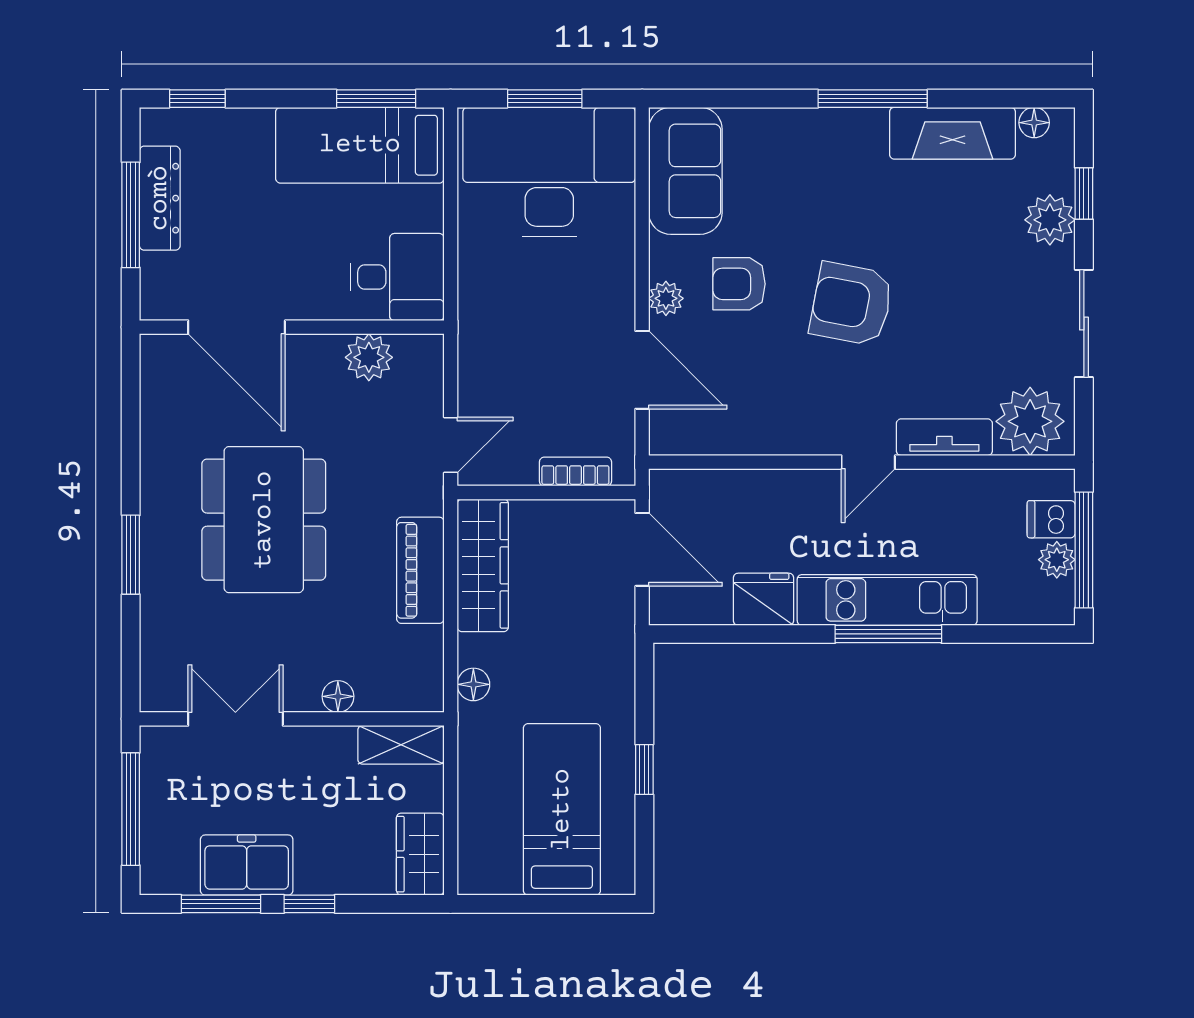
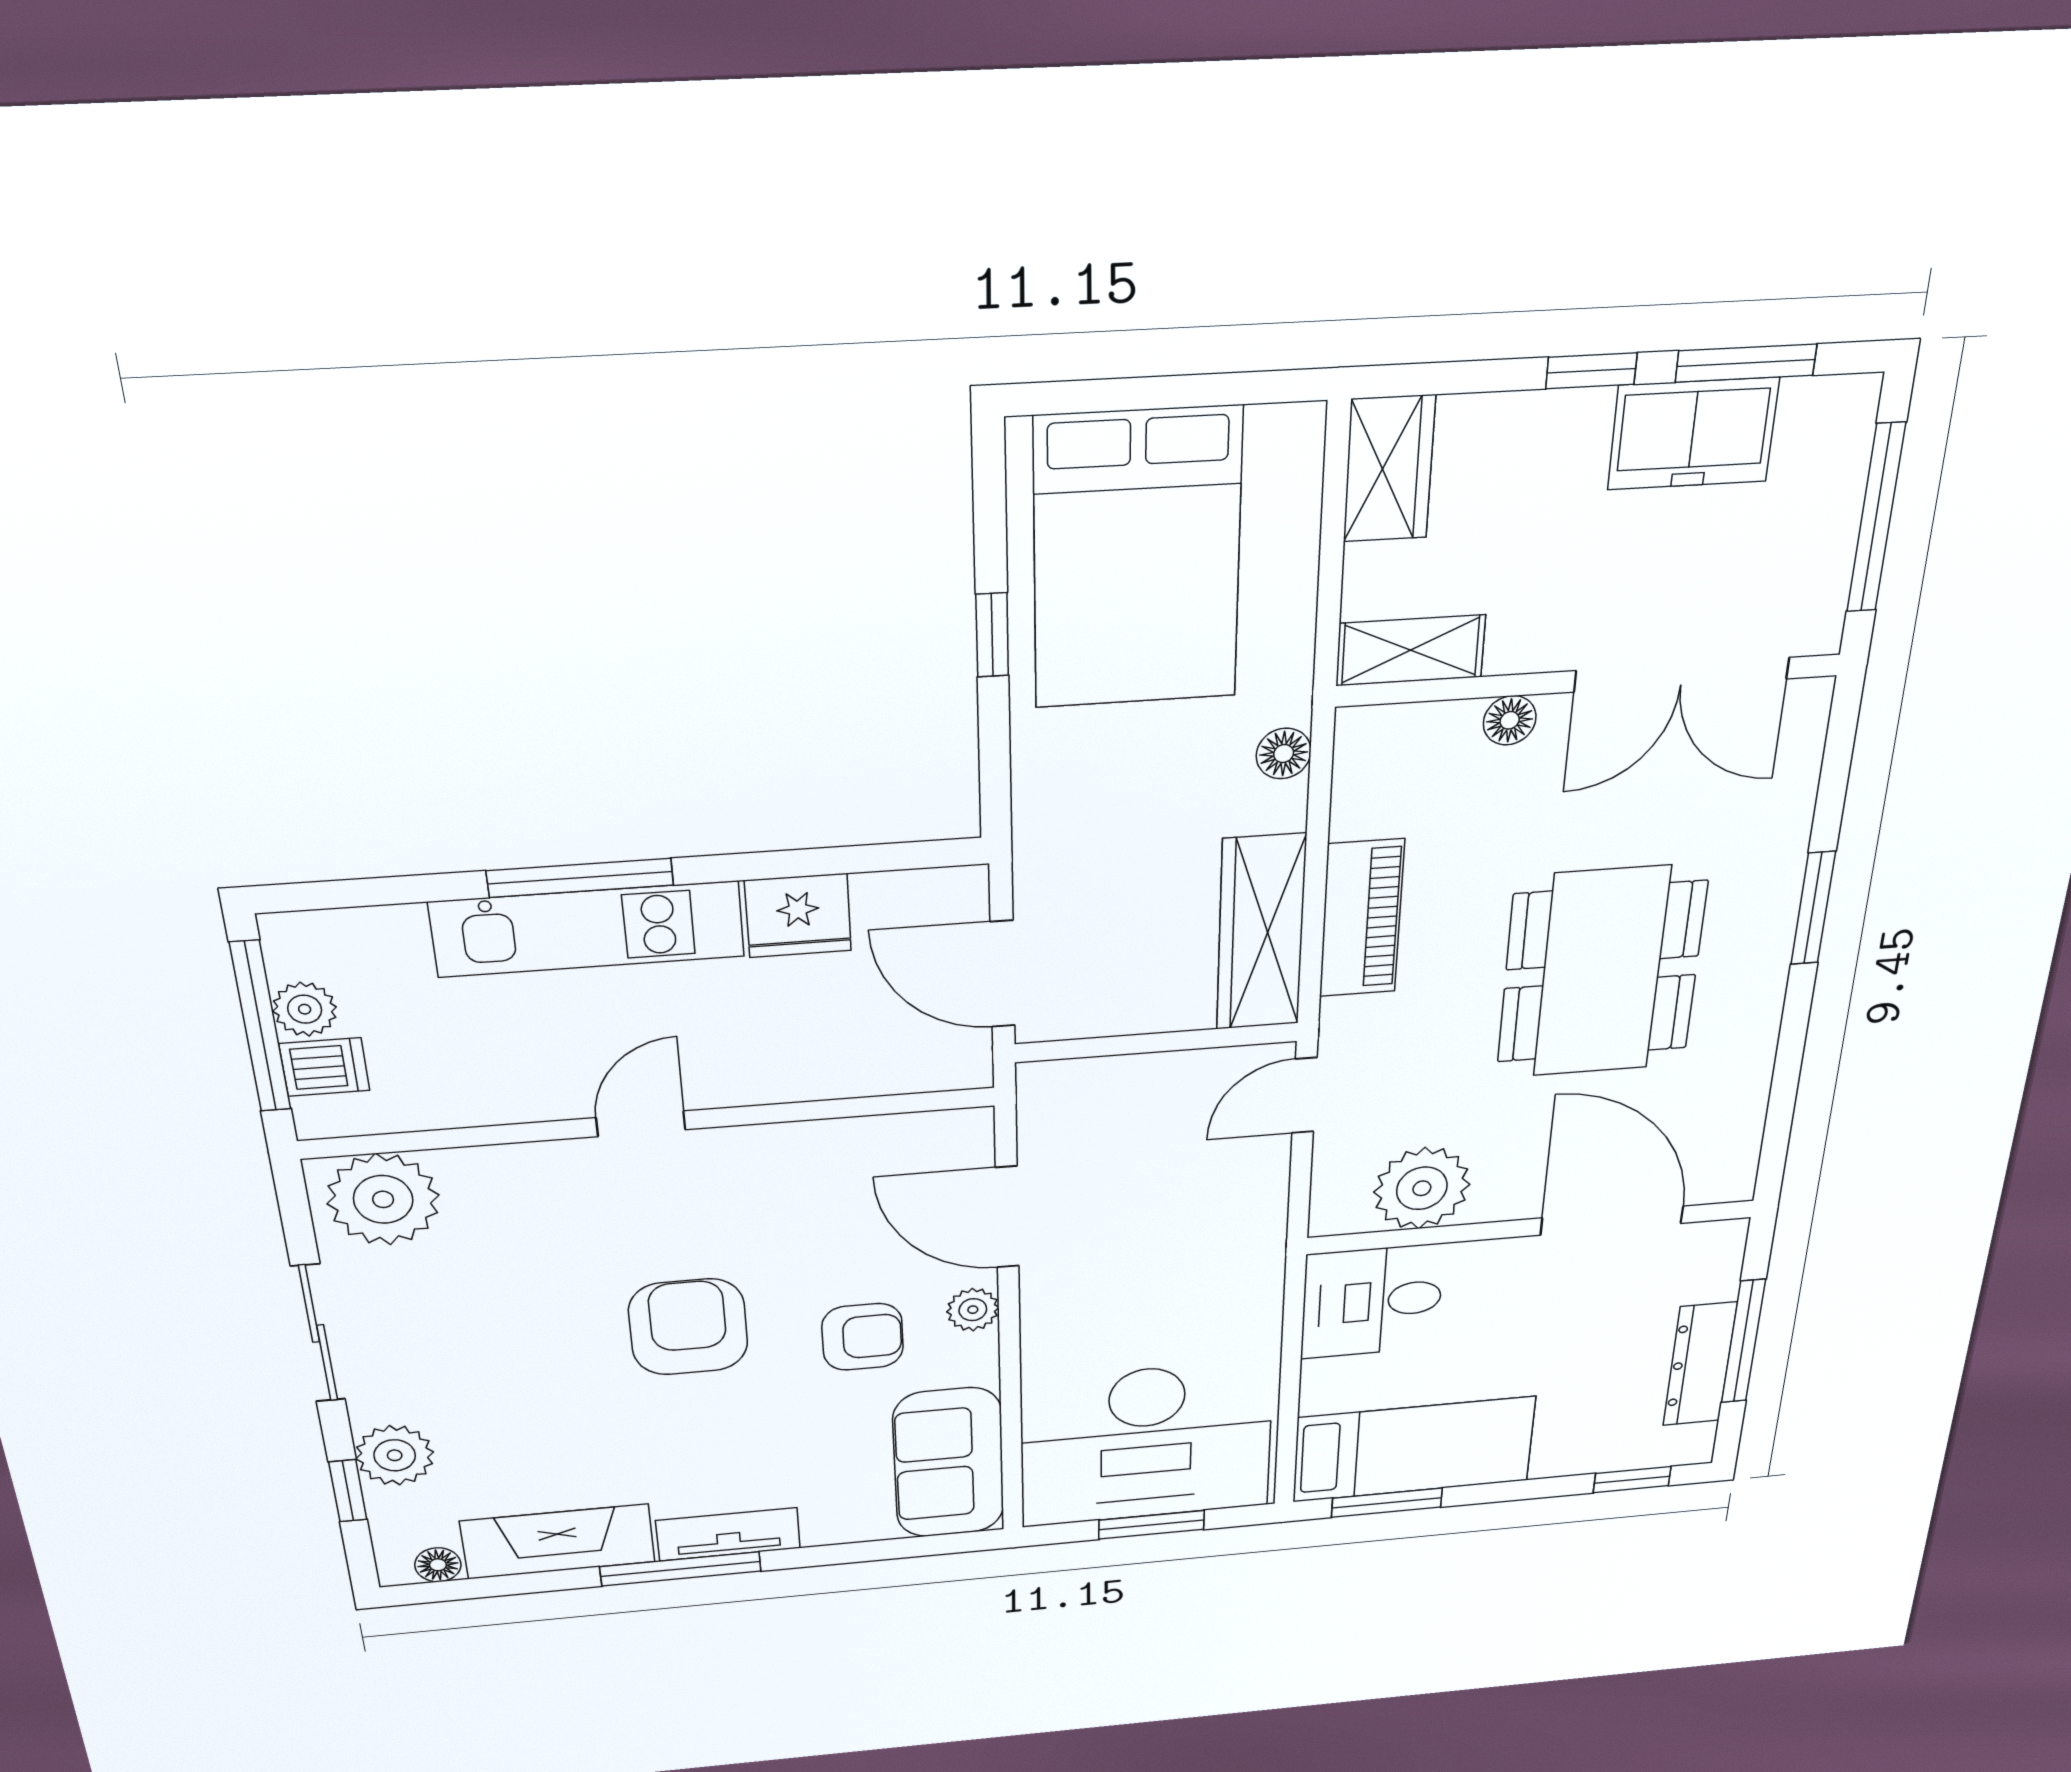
armchair: (851, 304) -> (688, 1327), turned -101
plant: (369, 357) -> (1422, 1188), width x1.36, depth x1.36
tv unit: (944, 437) -> (728, 1534), moved, turned 180
bookcase: (575, 472) -> (1110, 1075), removed
double door: (235, 719) -> (1682, 675), width x1.37
bed: (562, 809) -> (1137, 560), width x1.50

